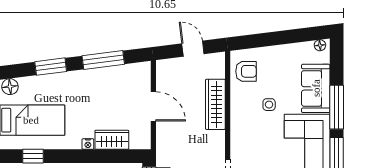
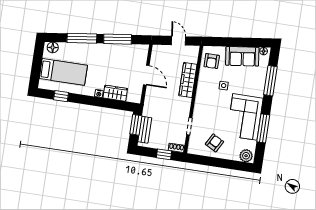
window: (51, 67) -> (82, 38), width x1.44
armchair: (246, 71) -> (212, 61), turned 90
sofa: (316, 88) -> (242, 56), moved, turned -97
window: (337, 107) -> (270, 81), moved

